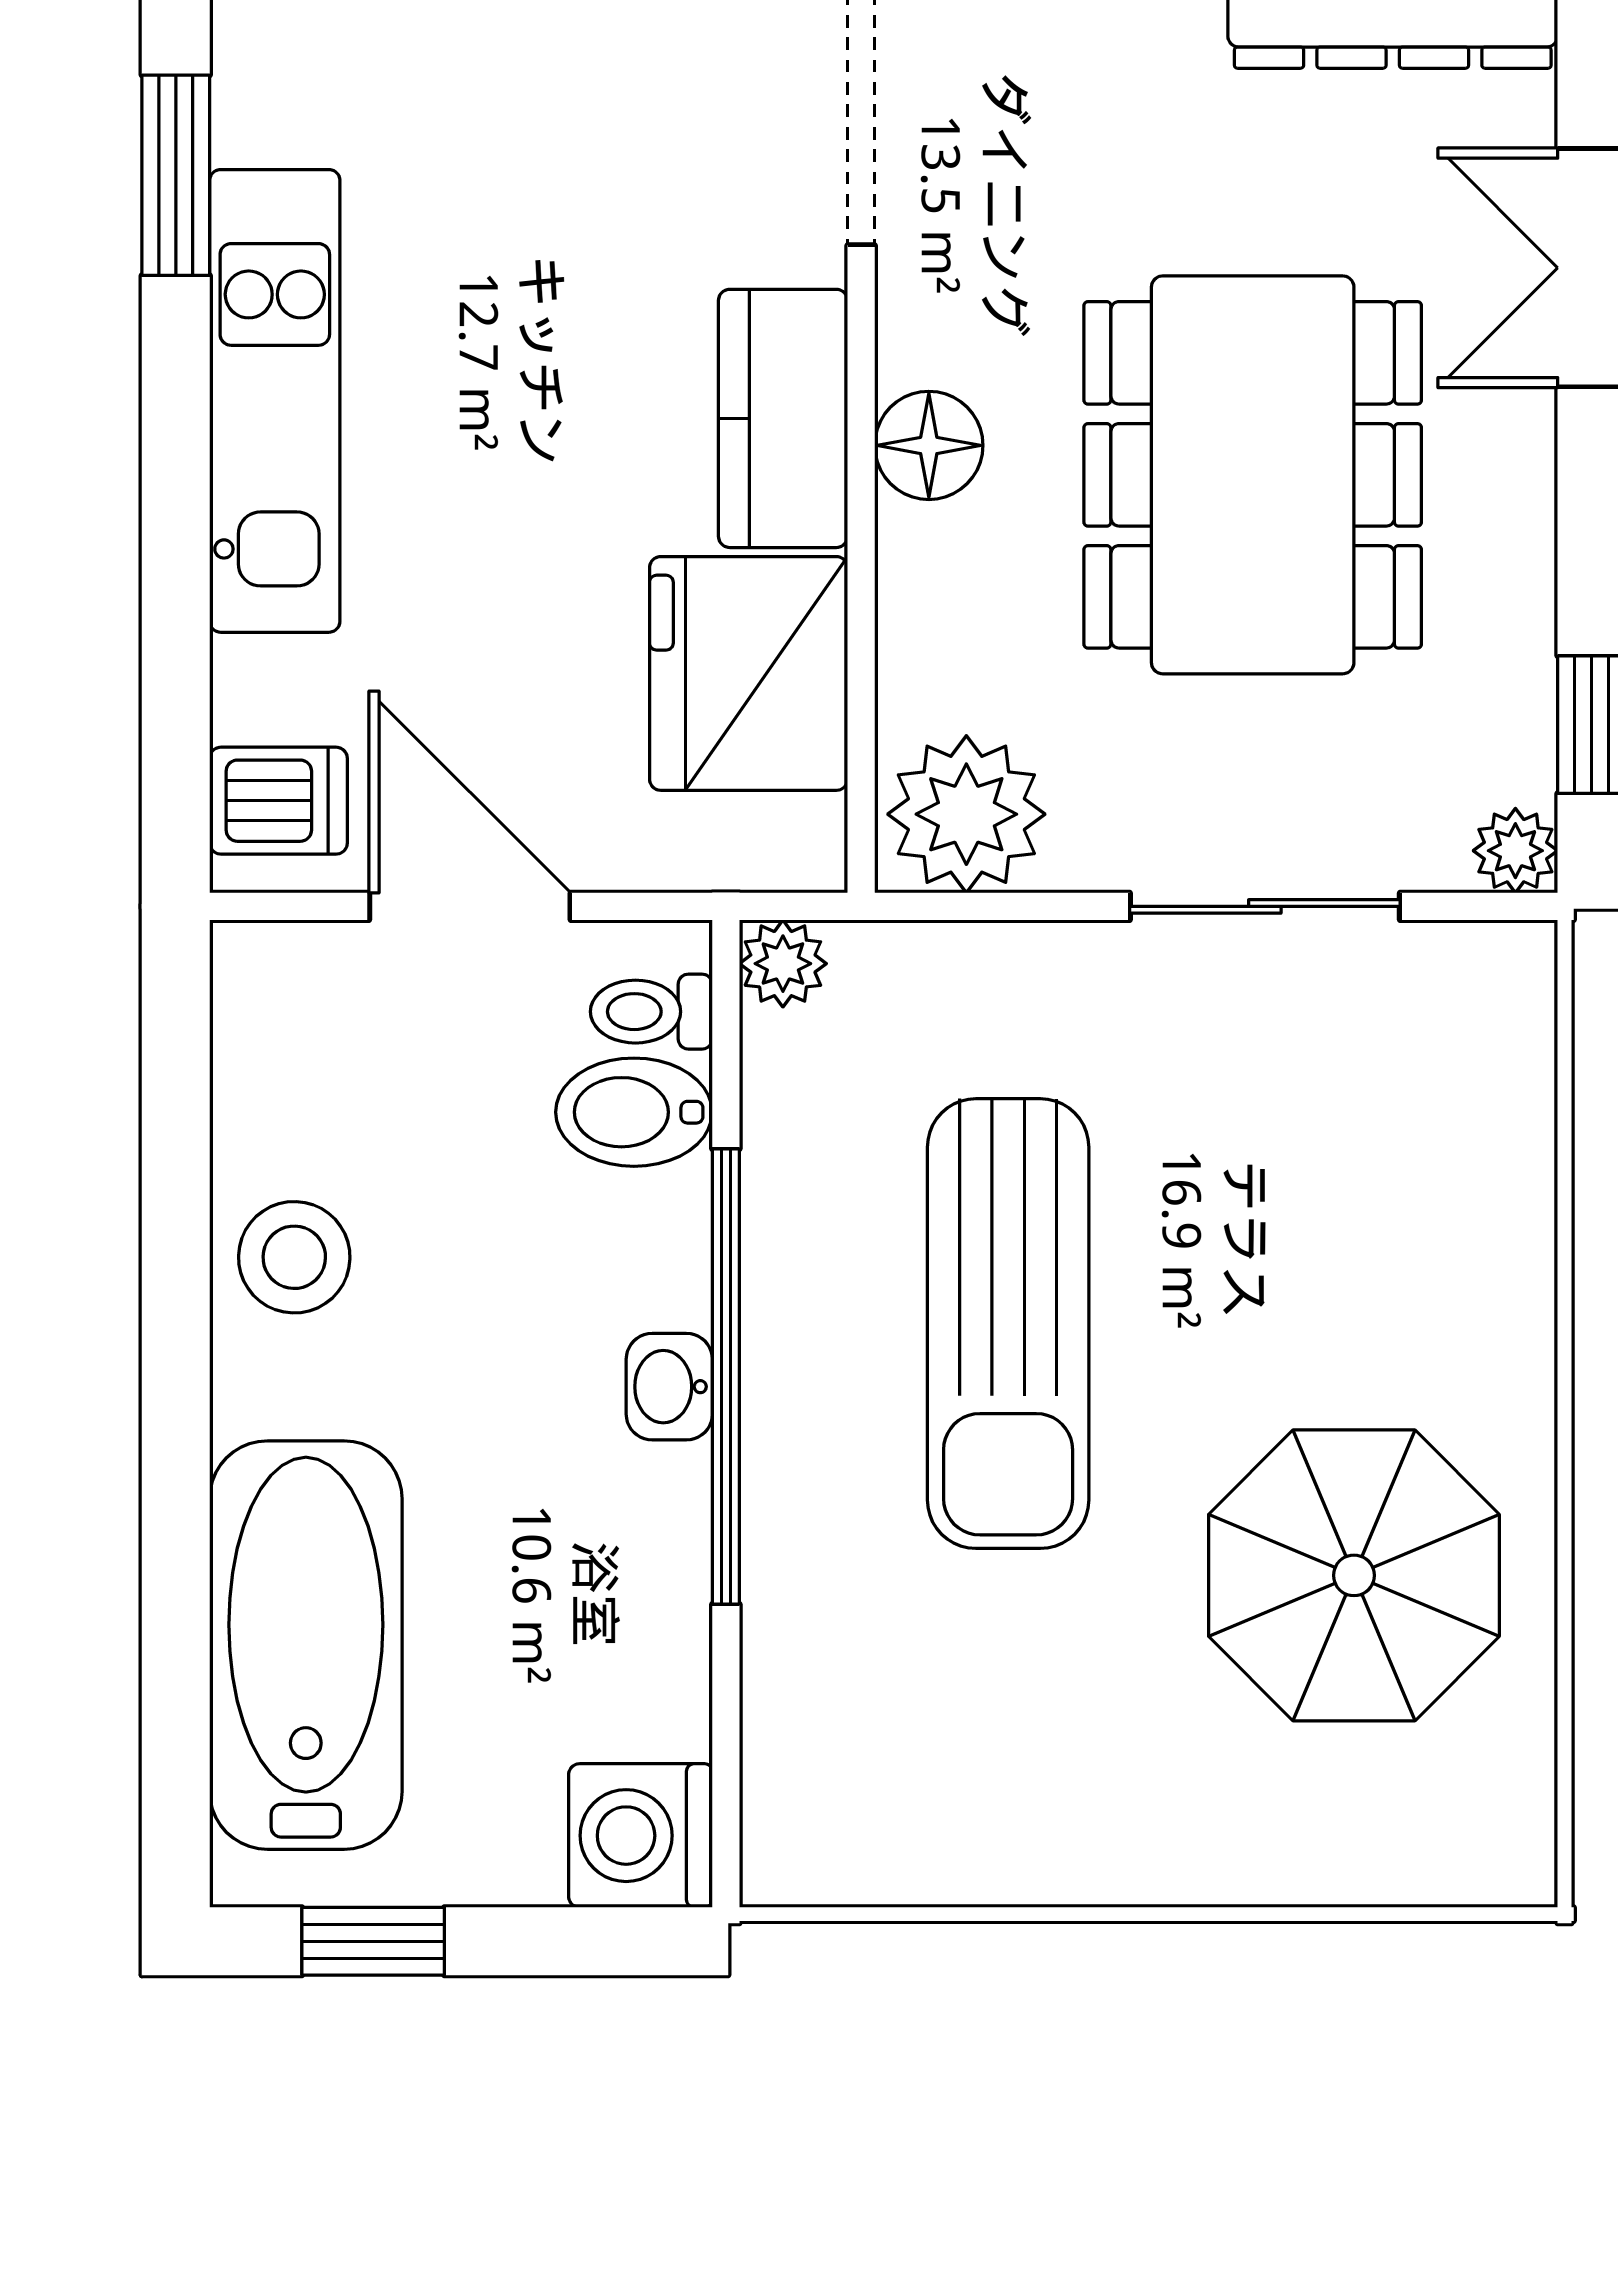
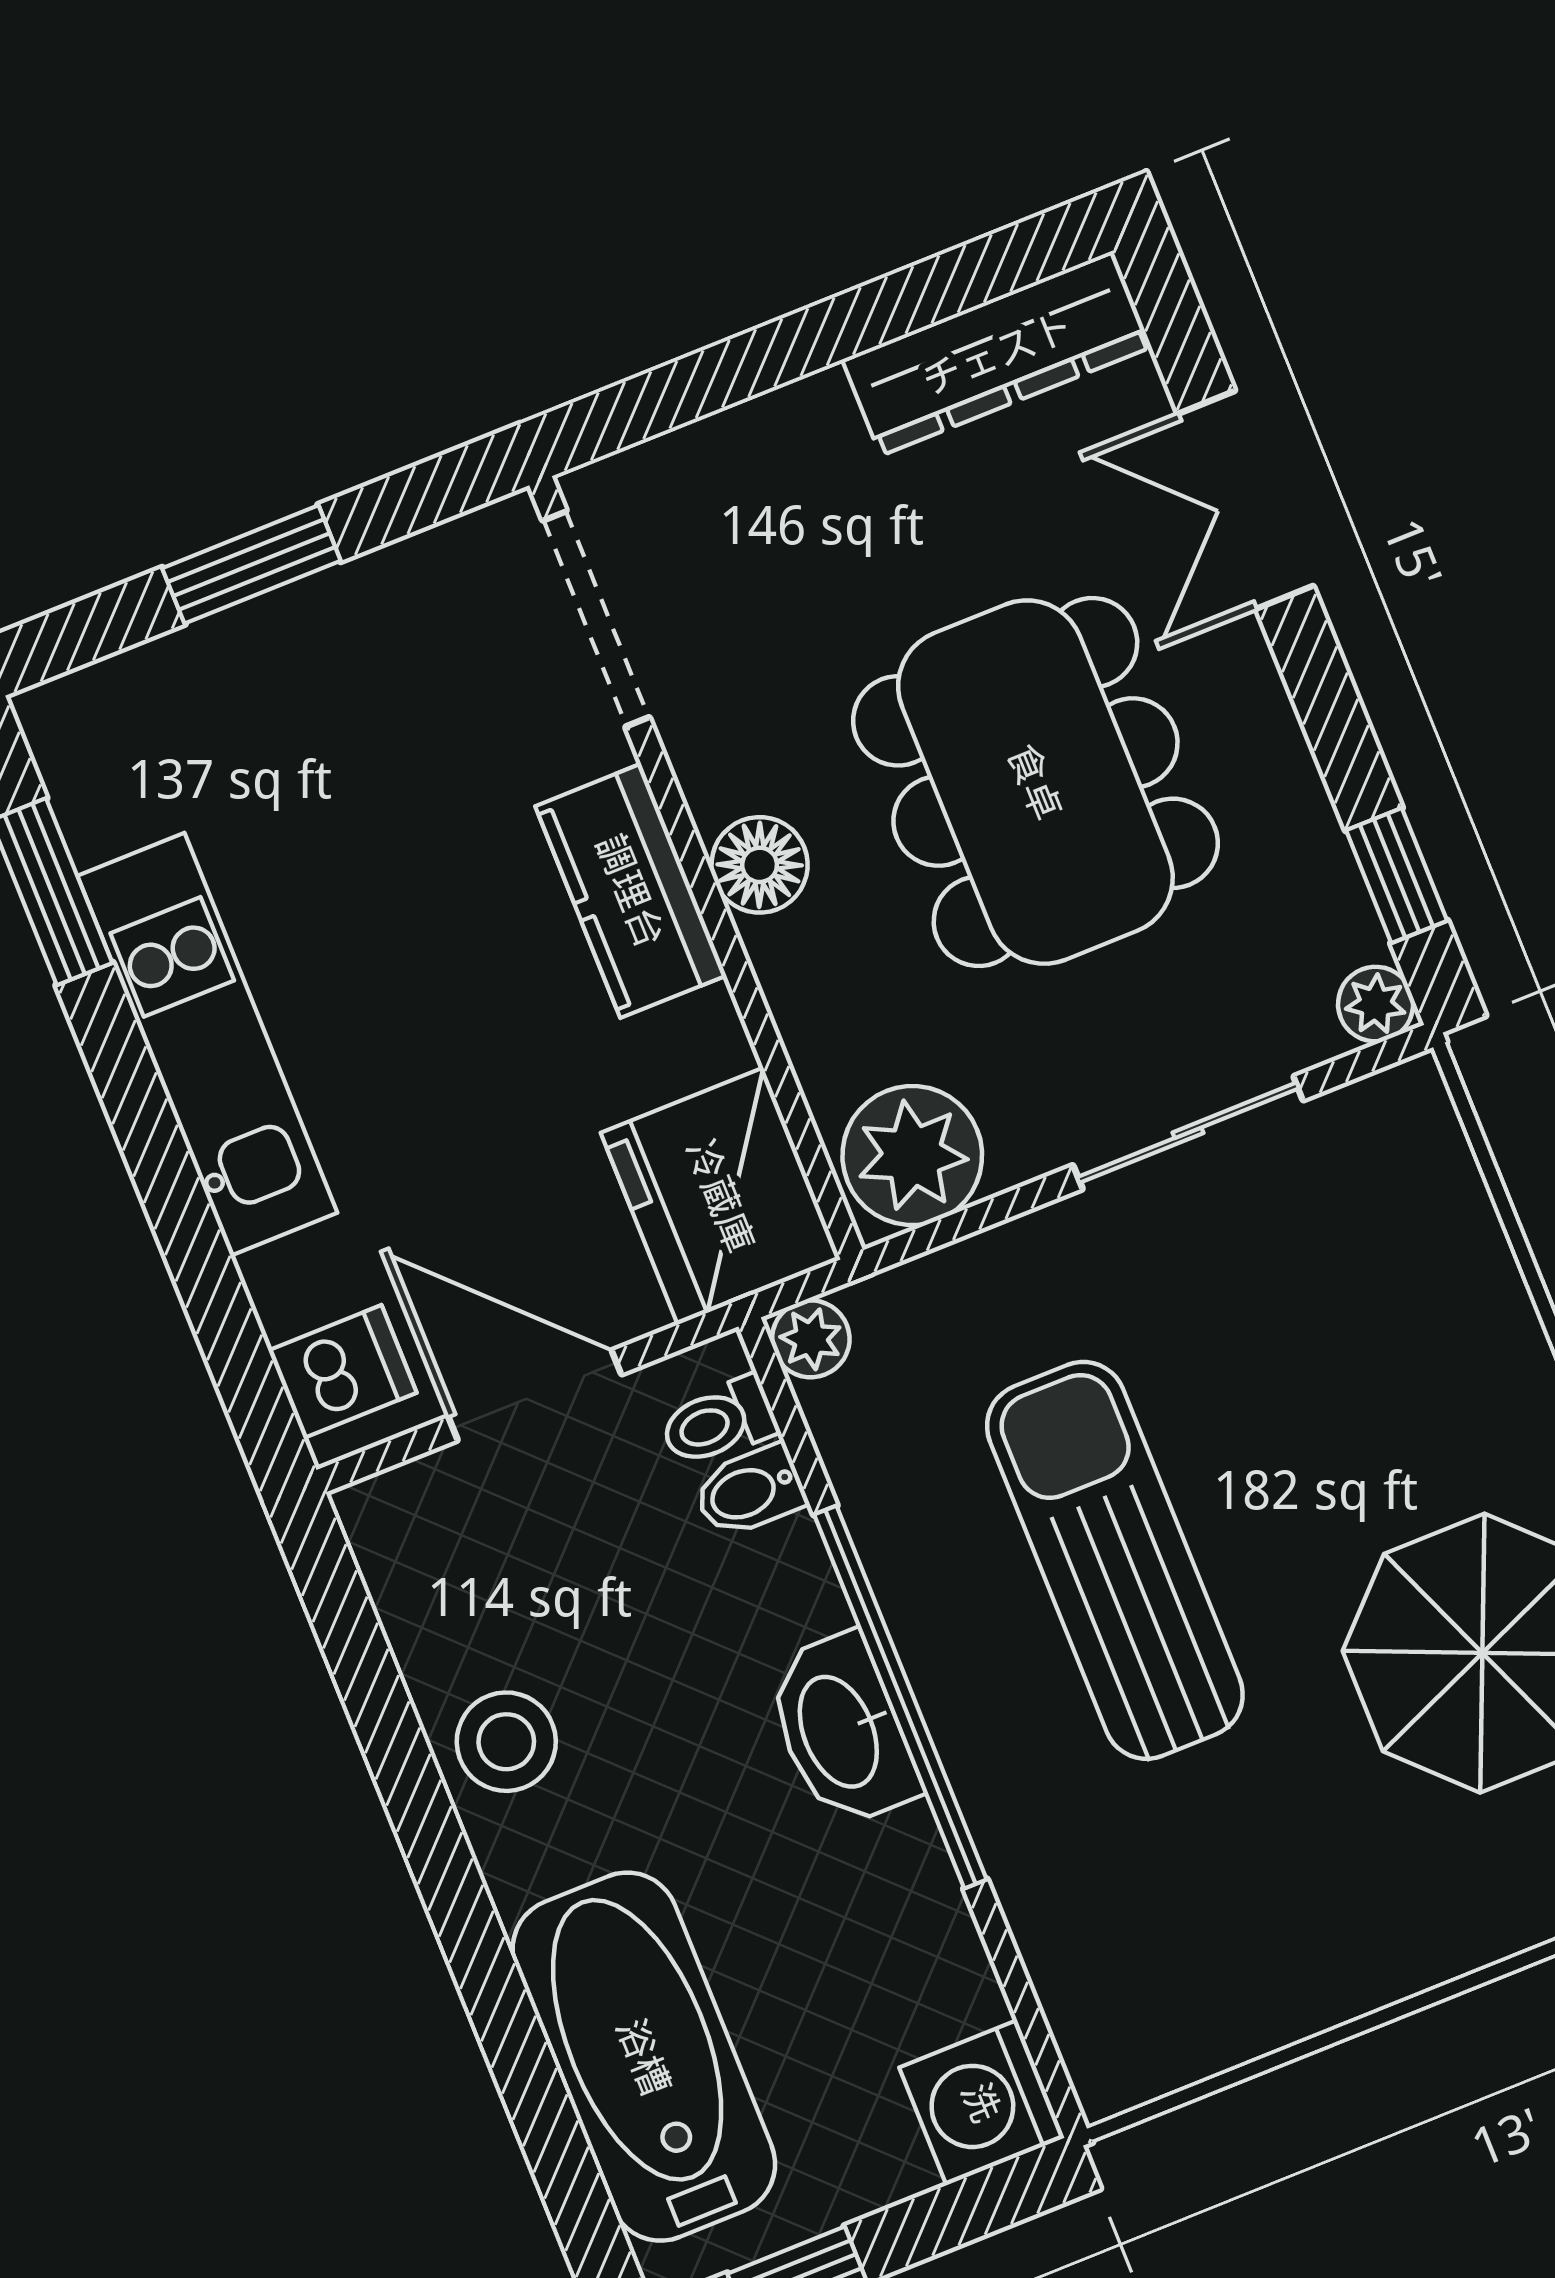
fridge: (749, 673) -> (721, 1196), moved
bidet: (634, 1112) -> (750, 1491), width x0.72, depth x0.74
sun lounger: (1008, 1324) -> (1115, 1560), turned 180
washbasin: (669, 1387) -> (841, 1731), width x1.91, depth x1.45

